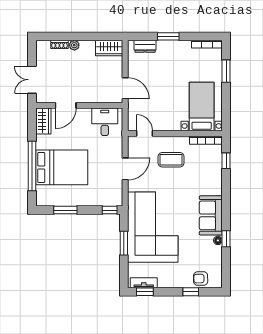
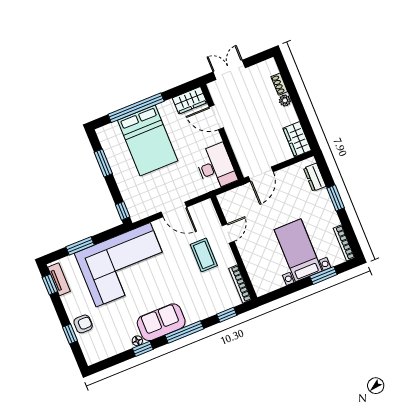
bed with nightstands: (202, 107) -> (298, 250), moved, turned -90
desk: (105, 122) -> (216, 167), width x1.37
door: (144, 133) -> (228, 234), moved
window: (226, 200) -> (184, 332), added
window: (124, 243) -> (80, 246), moved
armchair: (201, 279) -> (83, 324), moved, turned 91

